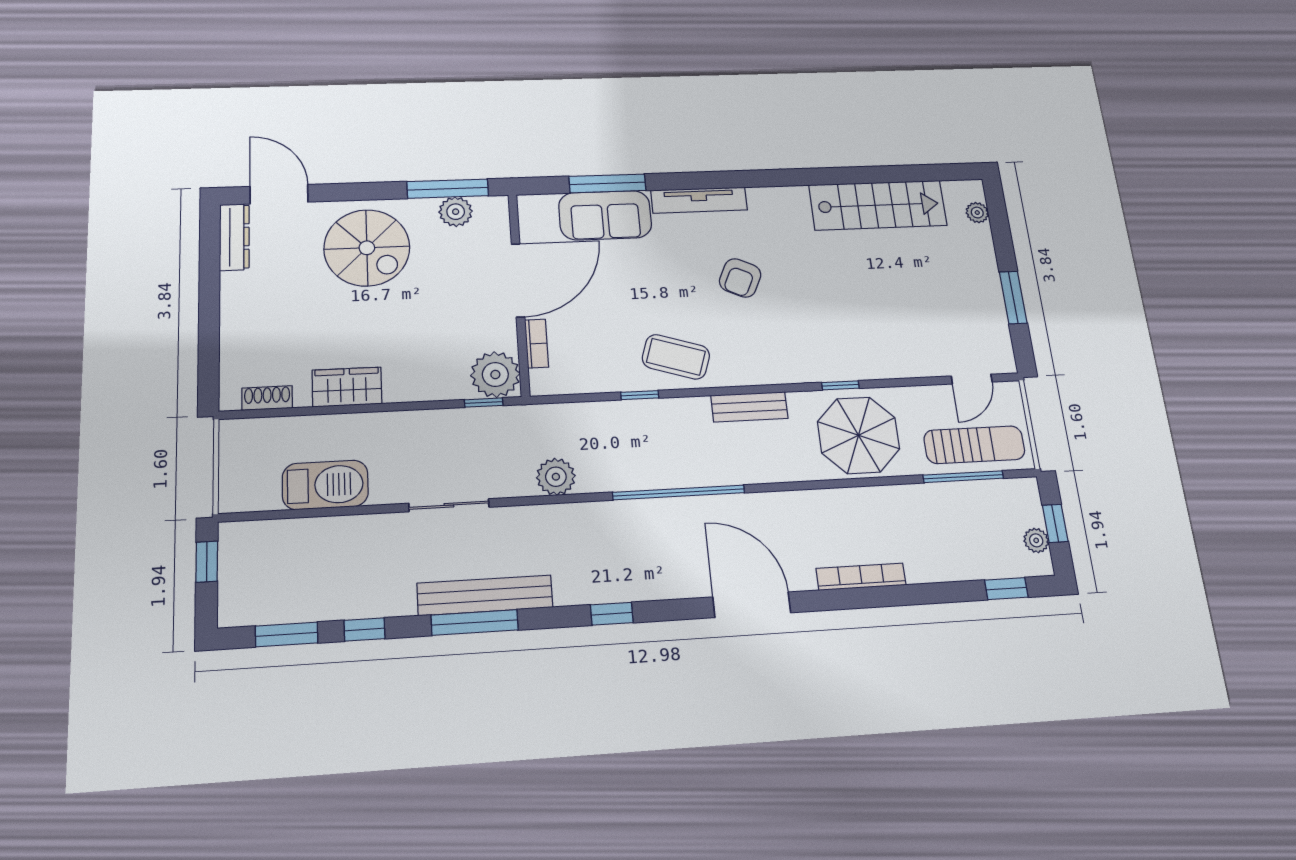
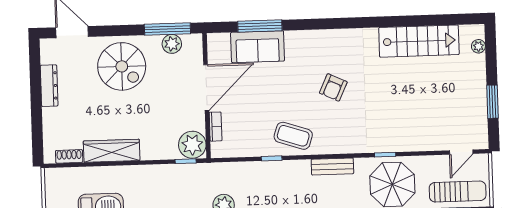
tv unit: (699, 200) -> (313, 37), removed
dresser: (234, 237) -> (49, 86), moved
wardrobe: (347, 387) -> (112, 151), width x1.50

